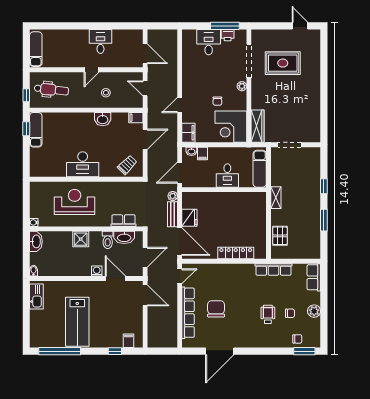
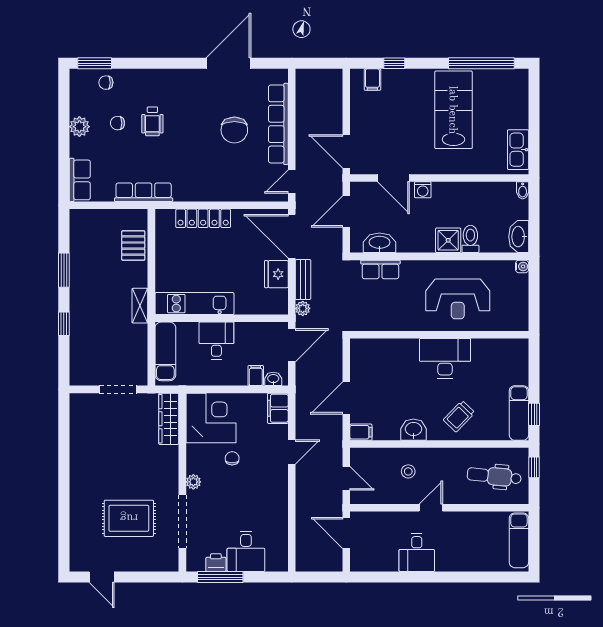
trolley: (127, 165) -> (459, 416), moved
kitchen unit: (241, 199) -> (194, 304), added
toilet: (108, 240) -> (470, 239), moved

